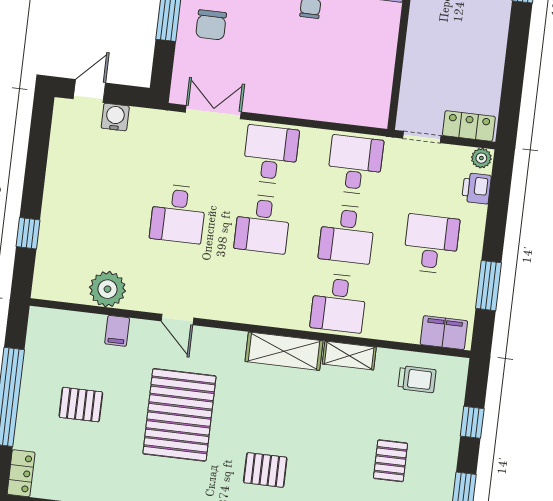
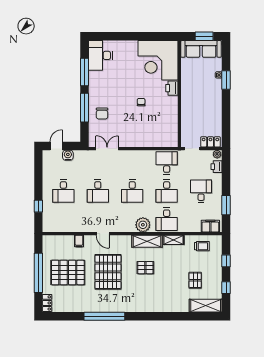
desk: (271, 155) -> (63, 191), moved, turned 180
plant: (107, 289) -> (143, 225), moved
pallet: (81, 405) -> (68, 272), width x2.05, depth x2.00
pallet: (265, 470) -> (145, 268), moved

